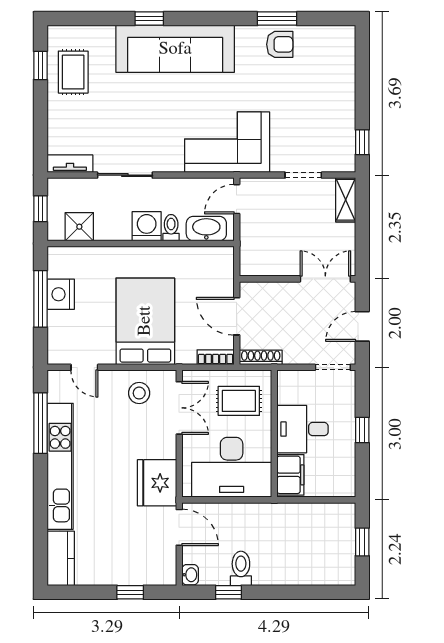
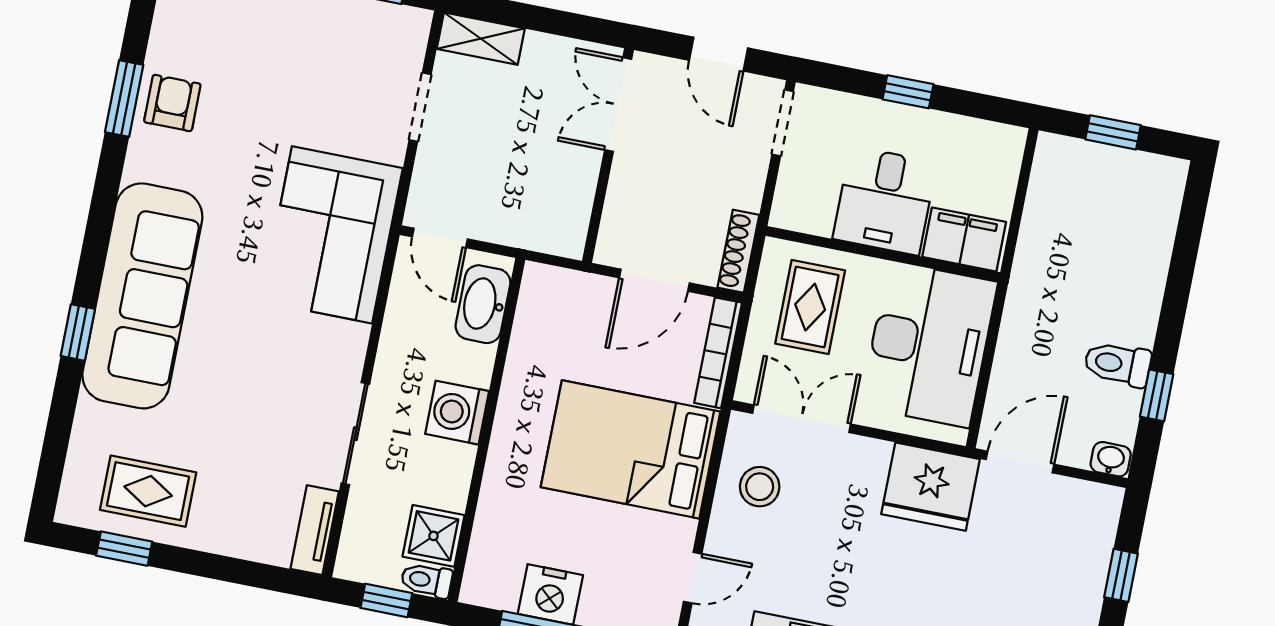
toilet: (171, 228) -> (427, 580), moved
bookcase: (216, 357) -> (718, 353), width x1.56

